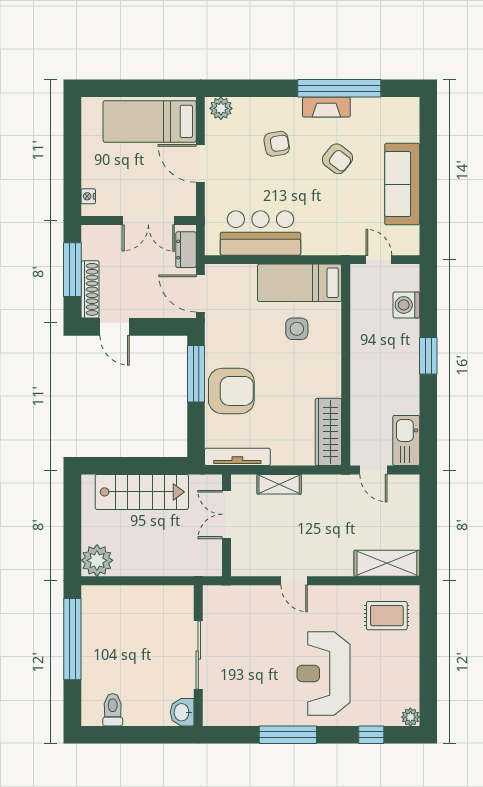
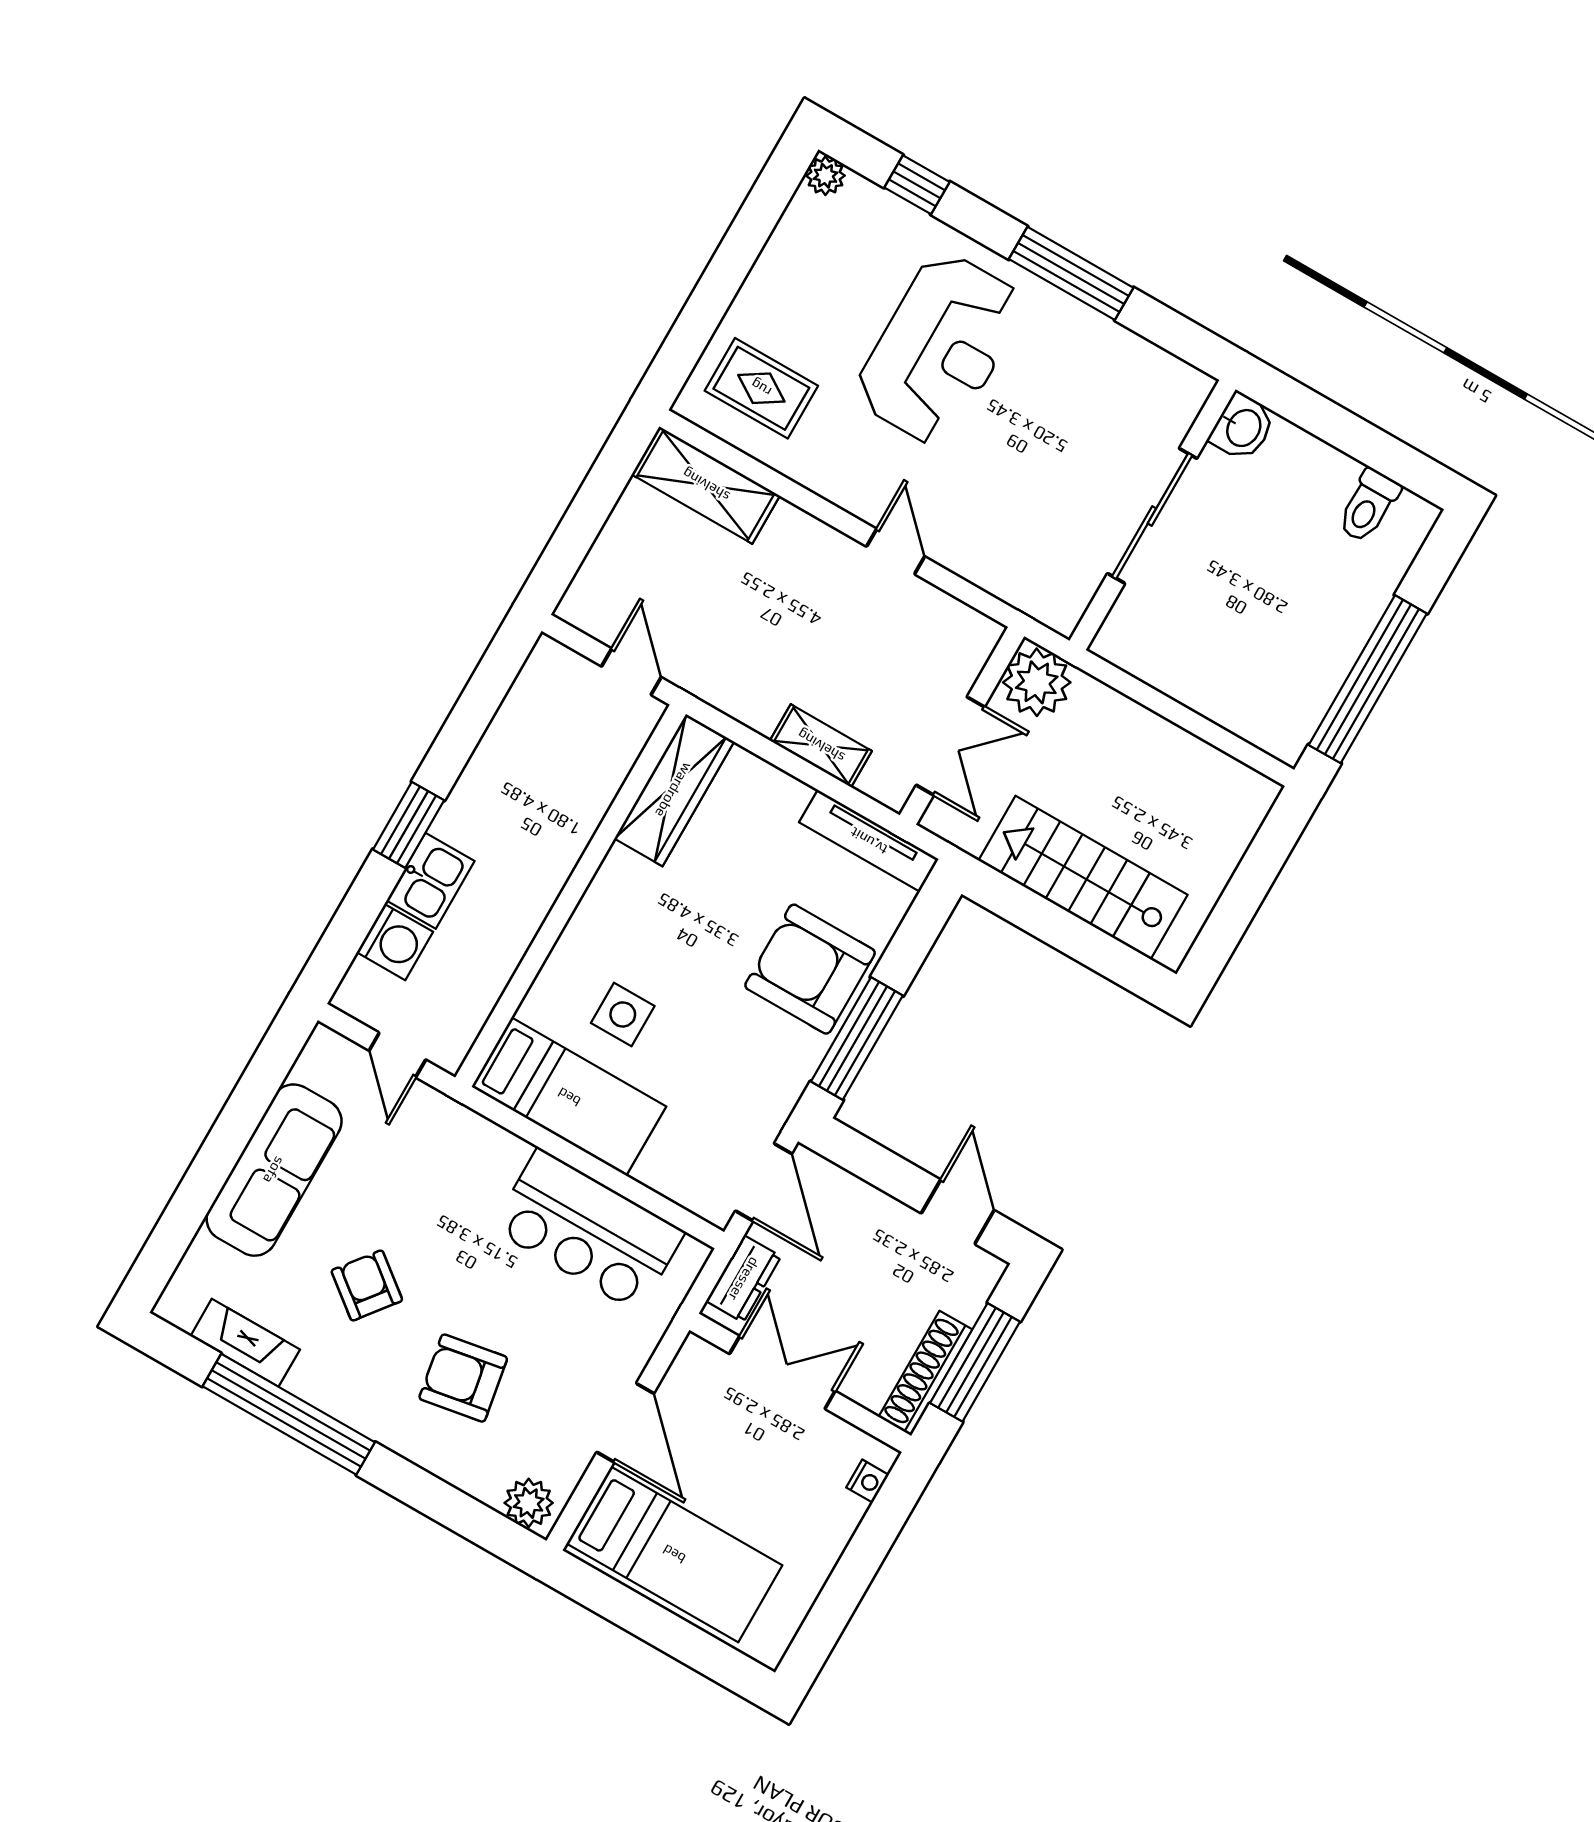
fireplace: (326, 107) -> (245, 1343), moved
armchair: (277, 144) -> (463, 1378), width x1.38, depth x1.38
shoe rack: (90, 289) -> (925, 1373), moved
kitchen sink: (406, 441) -> (430, 881), moved, width x0.73
plant: (97, 560) -> (1037, 682), moved

